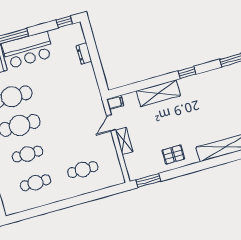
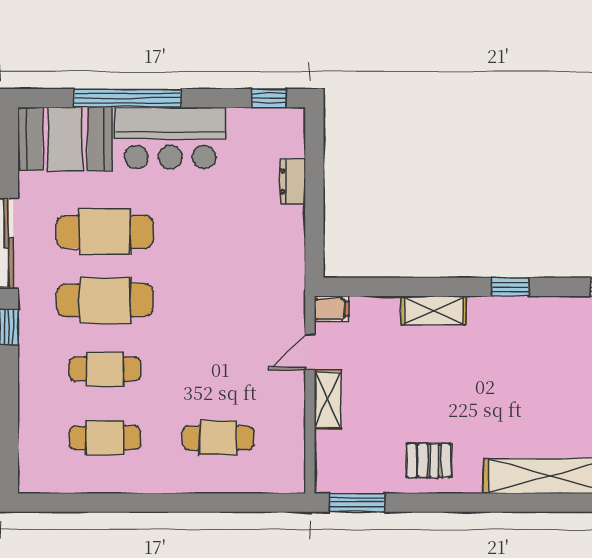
shelving: (158, 93) -> (433, 310), width x0.67, depth x0.75

